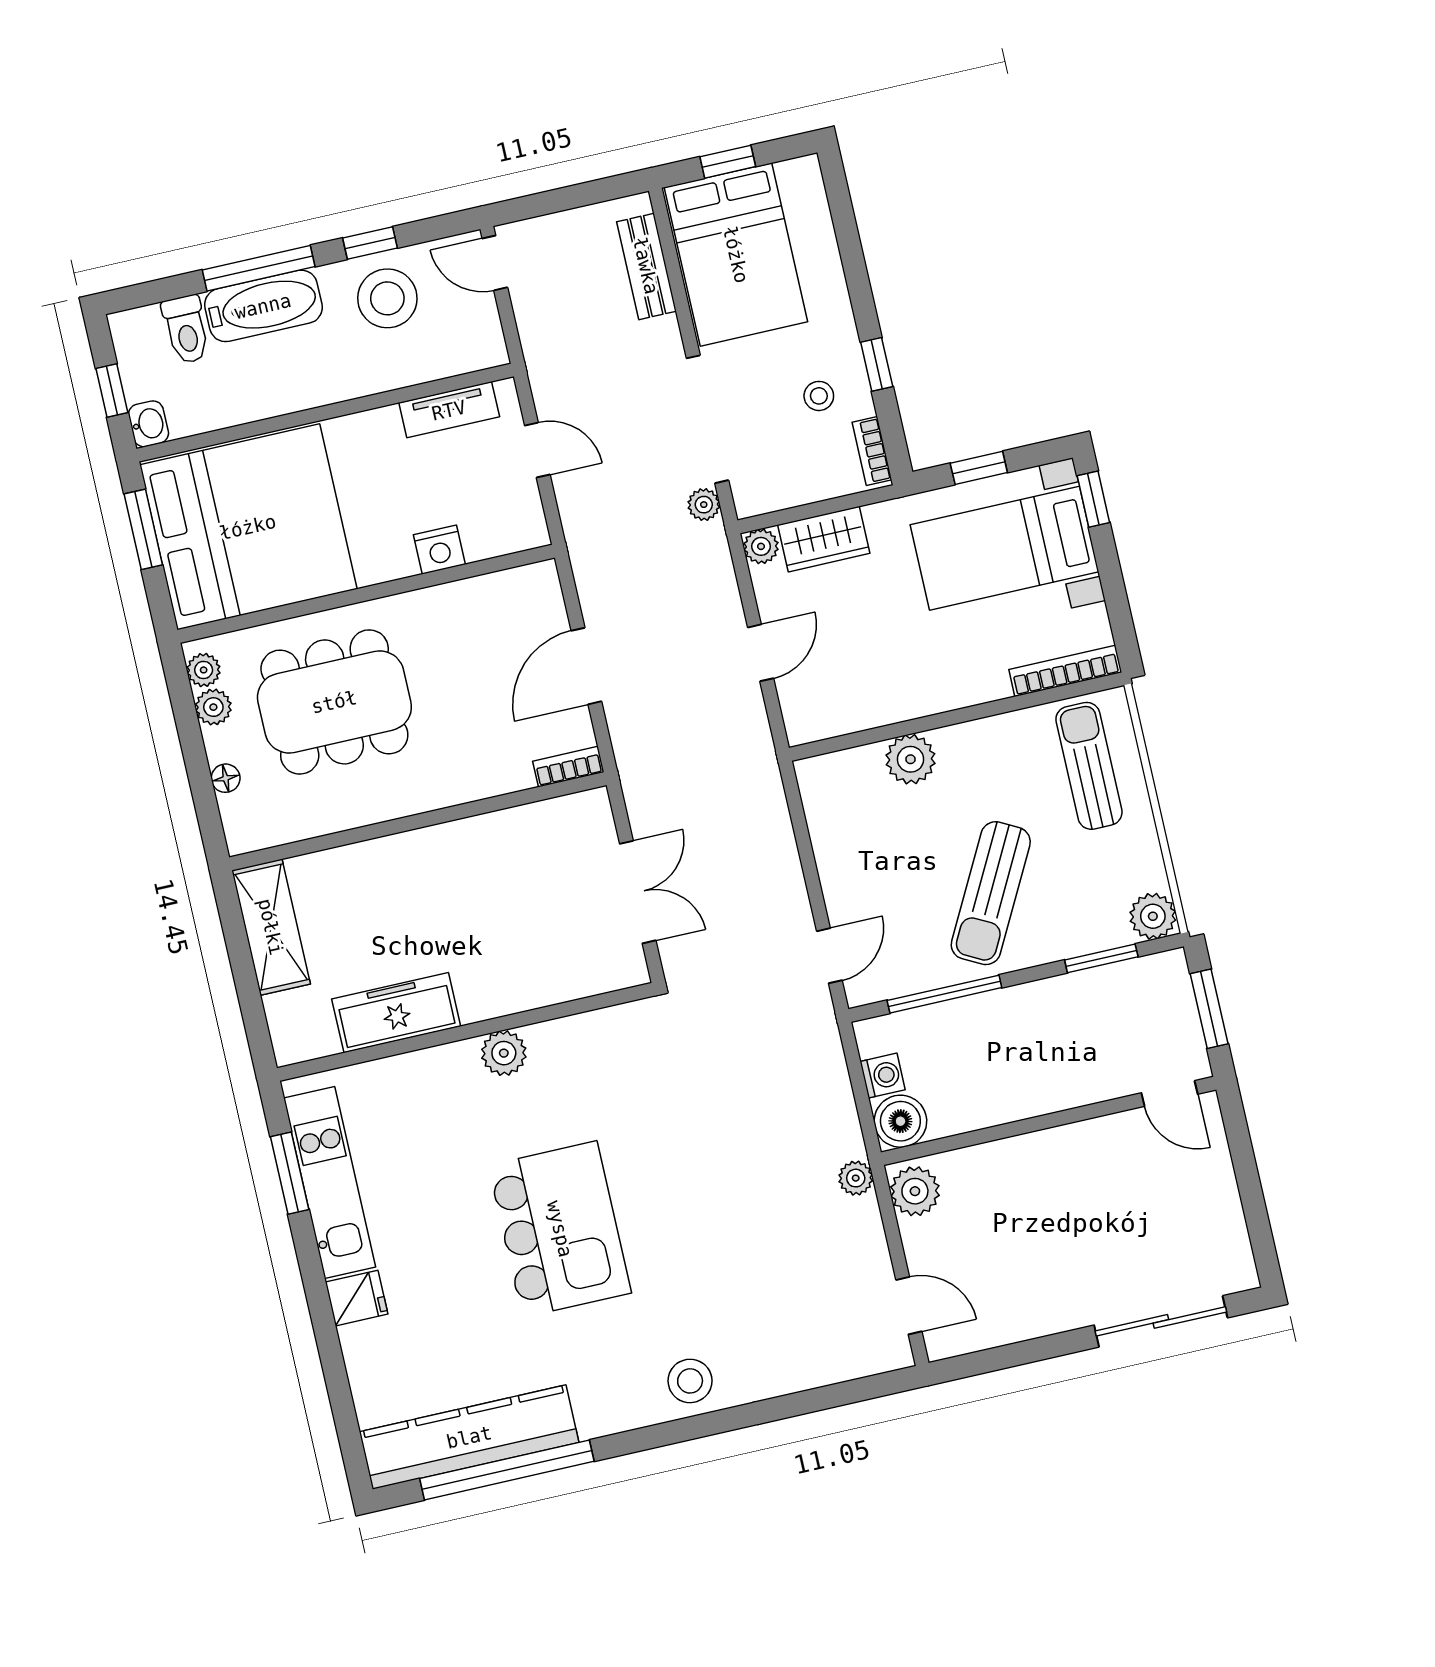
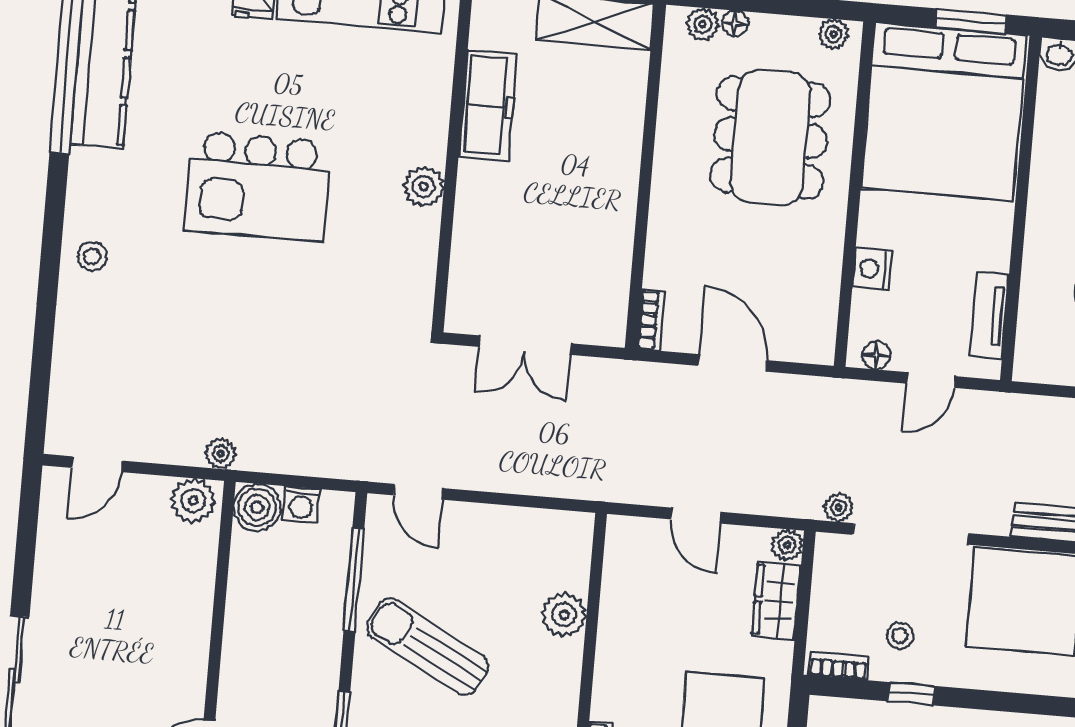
floor lamp: (530, 516) -> (876, 355), added
plant: (213, 707) -> (703, 24), moved
stool: (690, 1381) -> (92, 256), width x0.73, depth x0.73

